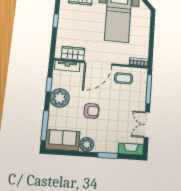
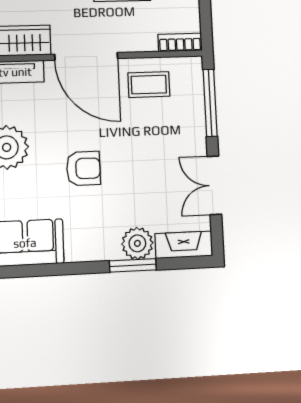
door: (98, 63) -> (86, 56), hinge flipped
plant: (87, 144) -> (137, 243), moved

